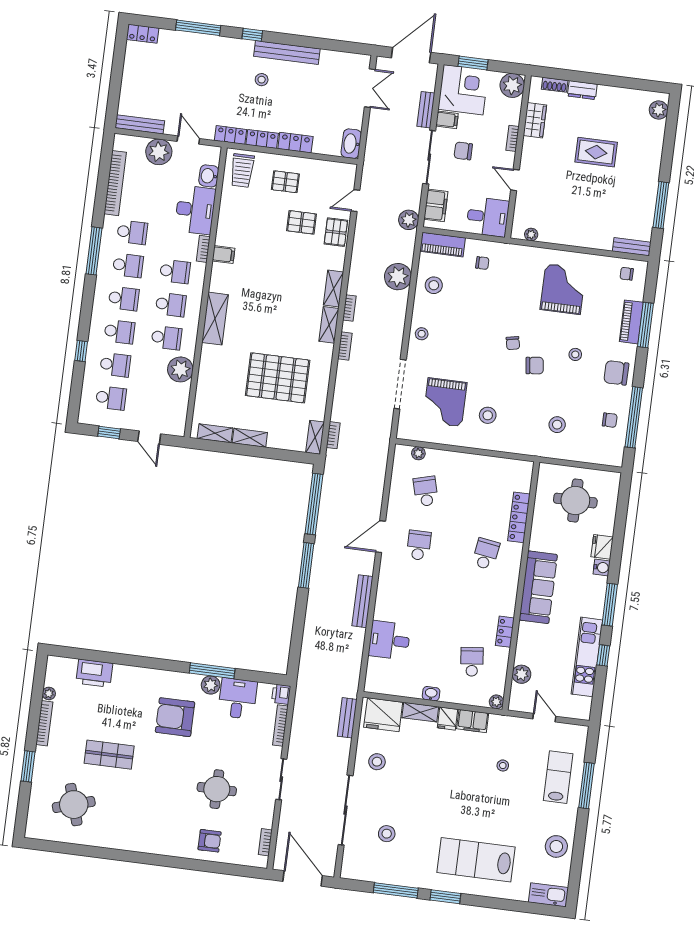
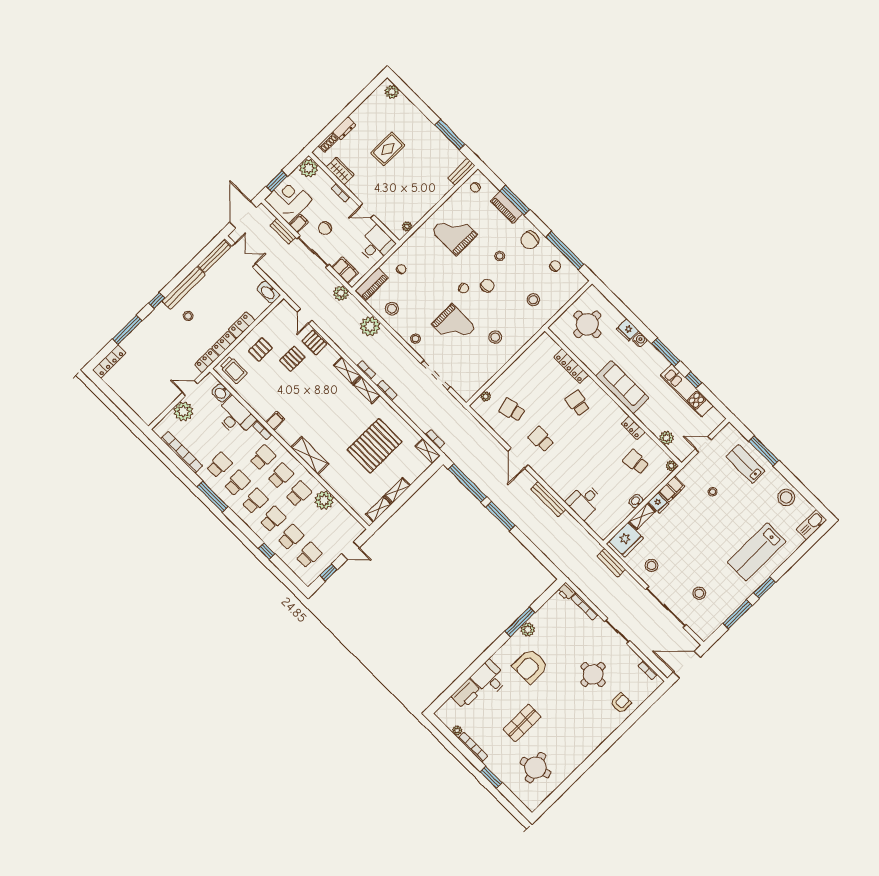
locker: (143, 34) -> (109, 362), width x1.53
bench: (140, 124) -> (214, 256), moved
grand piano: (445, 402) -> (453, 326), moved
desk: (238, 699) -> (490, 678), moved

